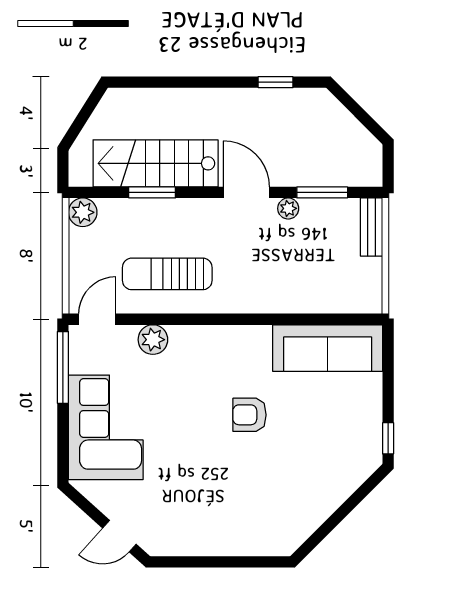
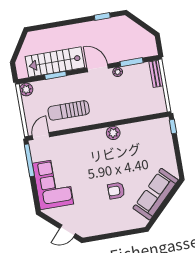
plant: (153, 340) -> (113, 133), moved
sofa: (328, 348) -> (156, 194), moved, turned 135
armchair: (249, 415) -> (116, 191), moved
window: (388, 438) -> (173, 127), moved

